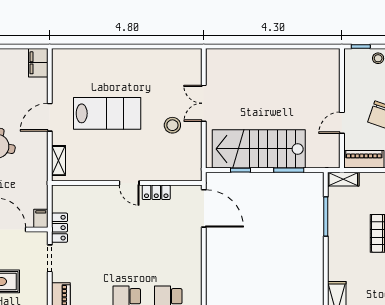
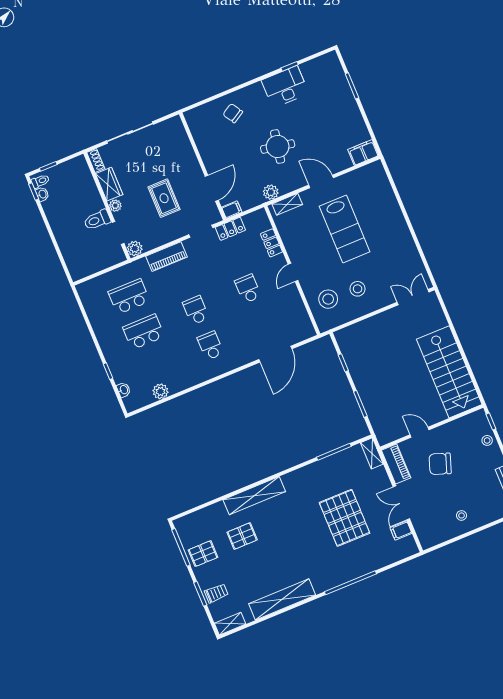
double door: (204, 103) -> (413, 297), moved
stairs: (259, 149) -> (449, 372), moved, turned 180
stool: (170, 159) -> (328, 299), added
plant: (39, 172) -> (271, 192), added
locker: (156, 192) -> (271, 243), moved
door: (204, 208) -> (275, 354), moved
school desk: (127, 235) -> (248, 289), added

